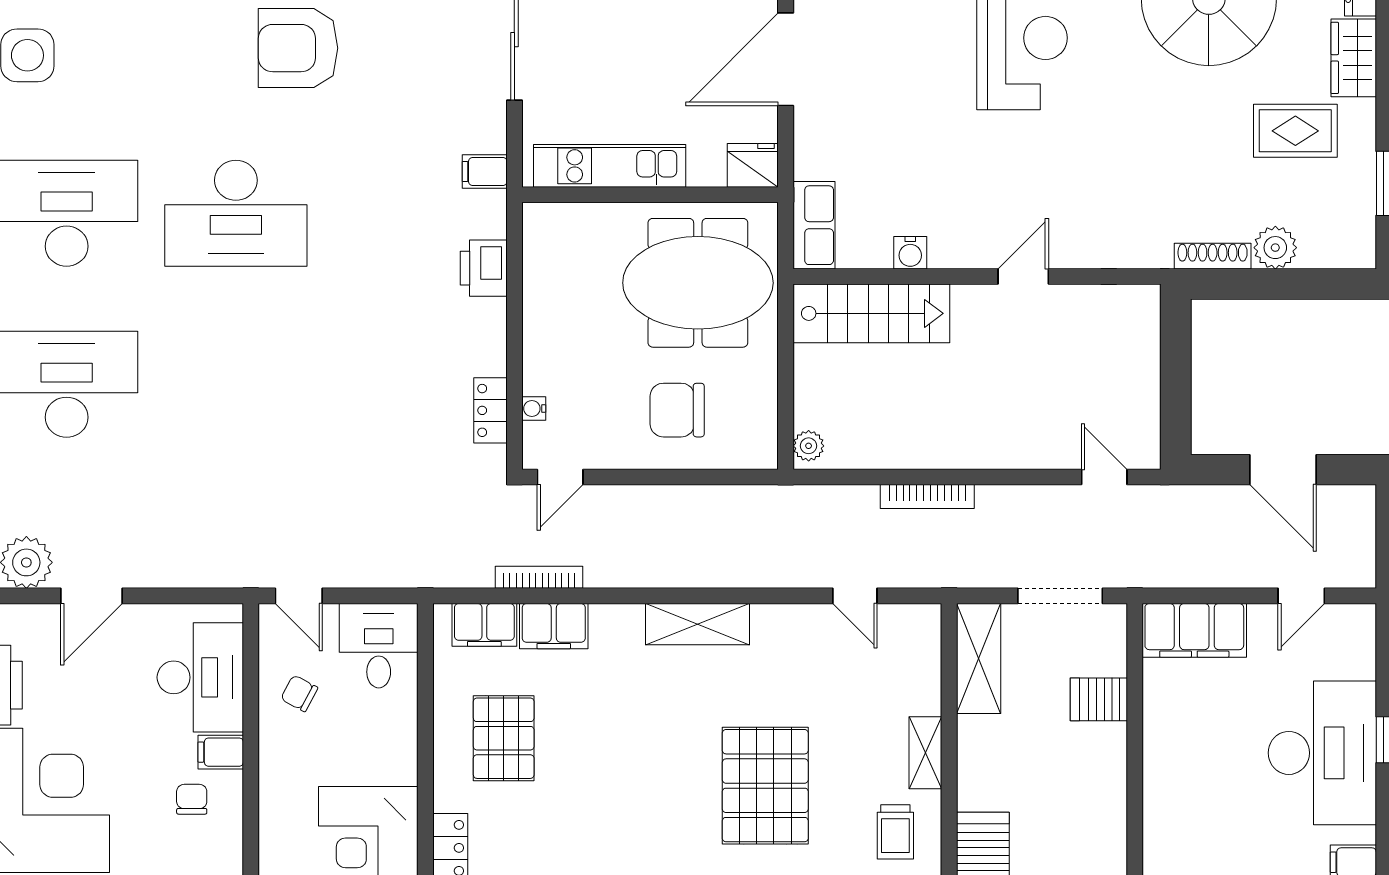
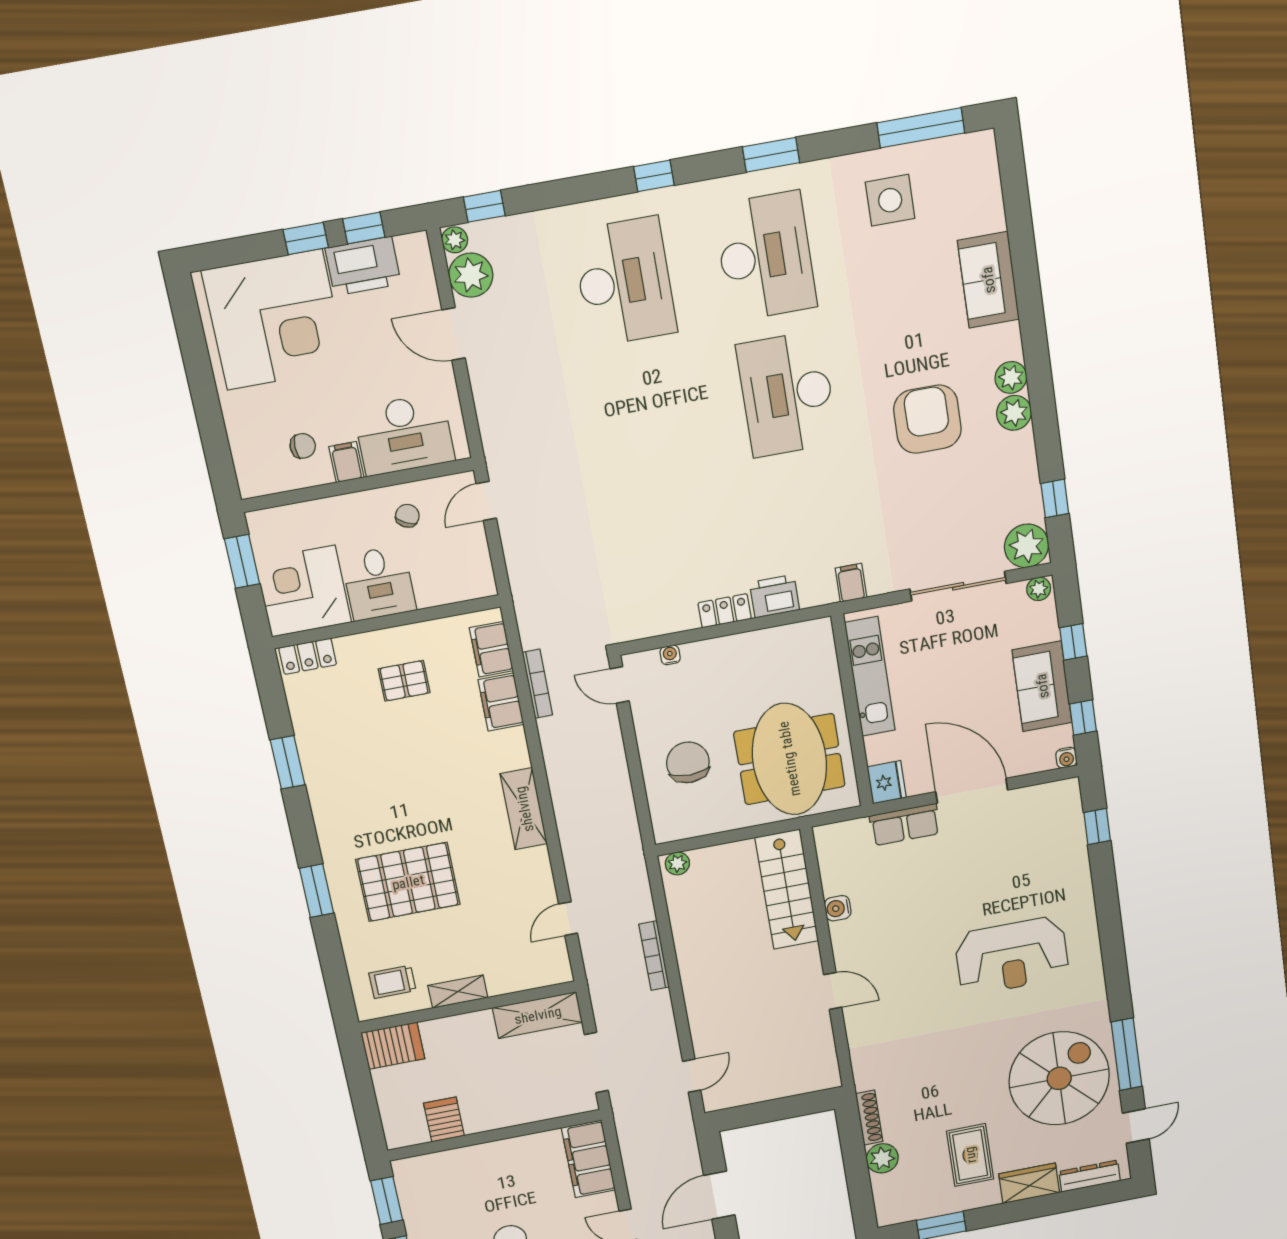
row of seats: (814, 225) -> (905, 825), moved
locker: (490, 410) -> (725, 611), moved
desk: (379, 646) -> (379, 583), moved, turned 90
server rack: (1099, 699) -> (444, 1119), moved
pallet: (504, 738) -> (404, 681), width x0.67, depth x0.71

